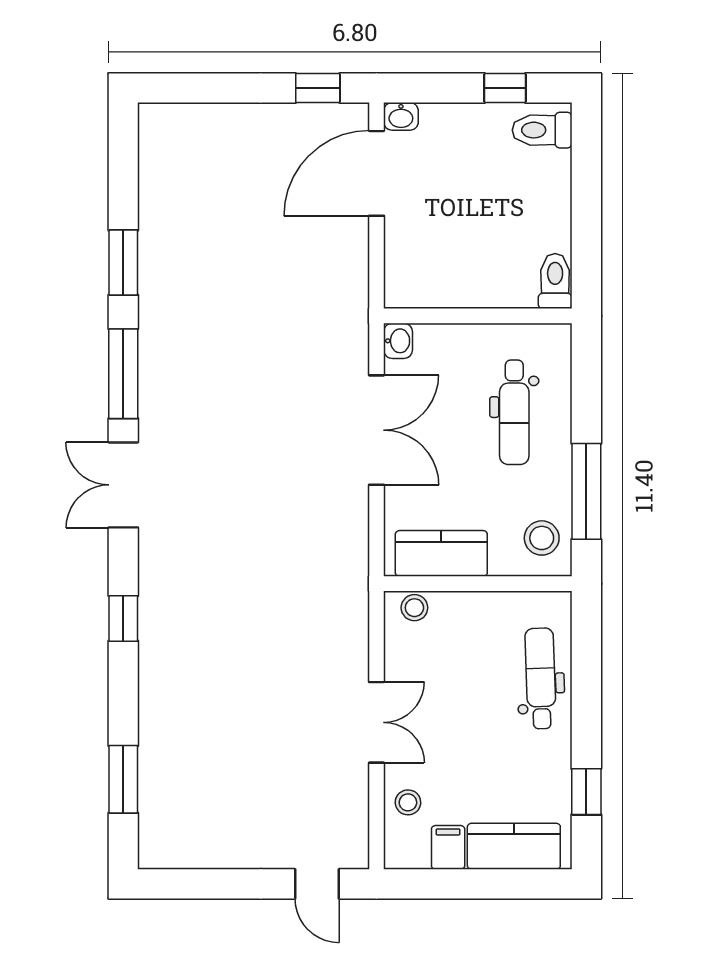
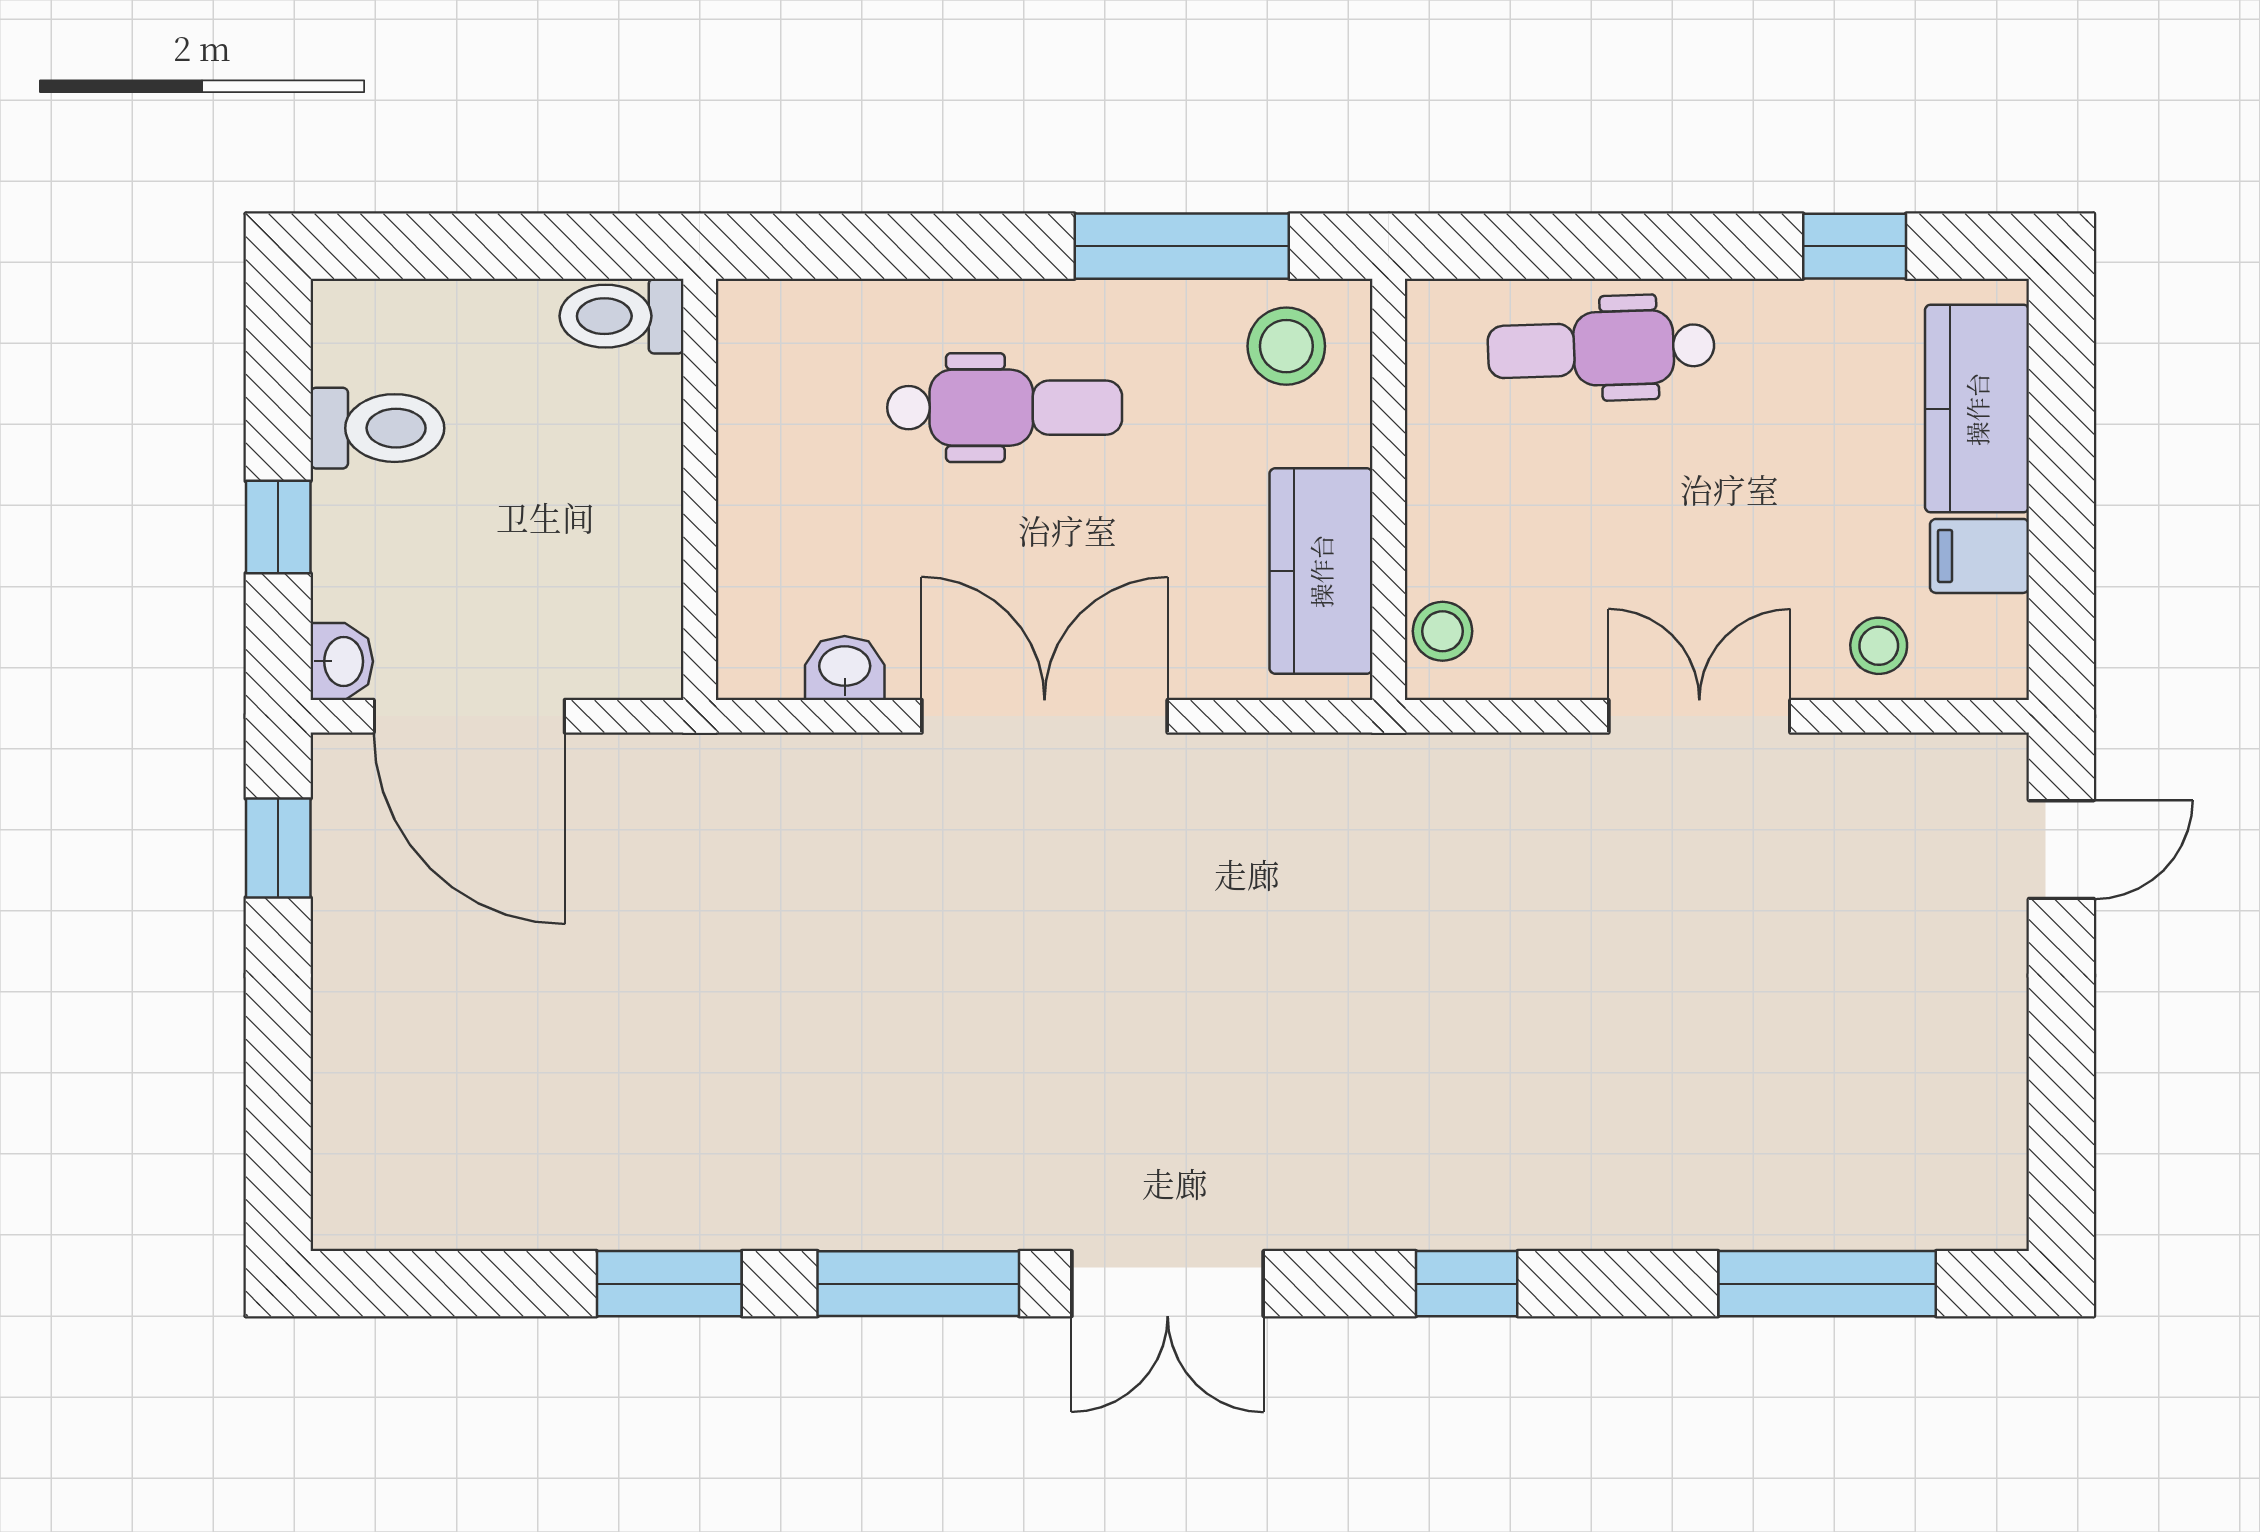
window: (505, 88) -> (278, 527), moved
toilet: (542, 130) -> (377, 428), moved, turned -90
toilet: (555, 281) -> (622, 316), moved
wall: (478, 316) -> (700, 489), moved
window: (123, 779) -> (1827, 1284), width x1.44

